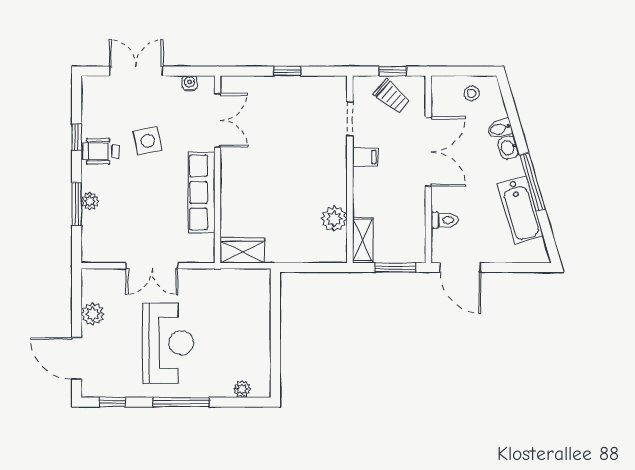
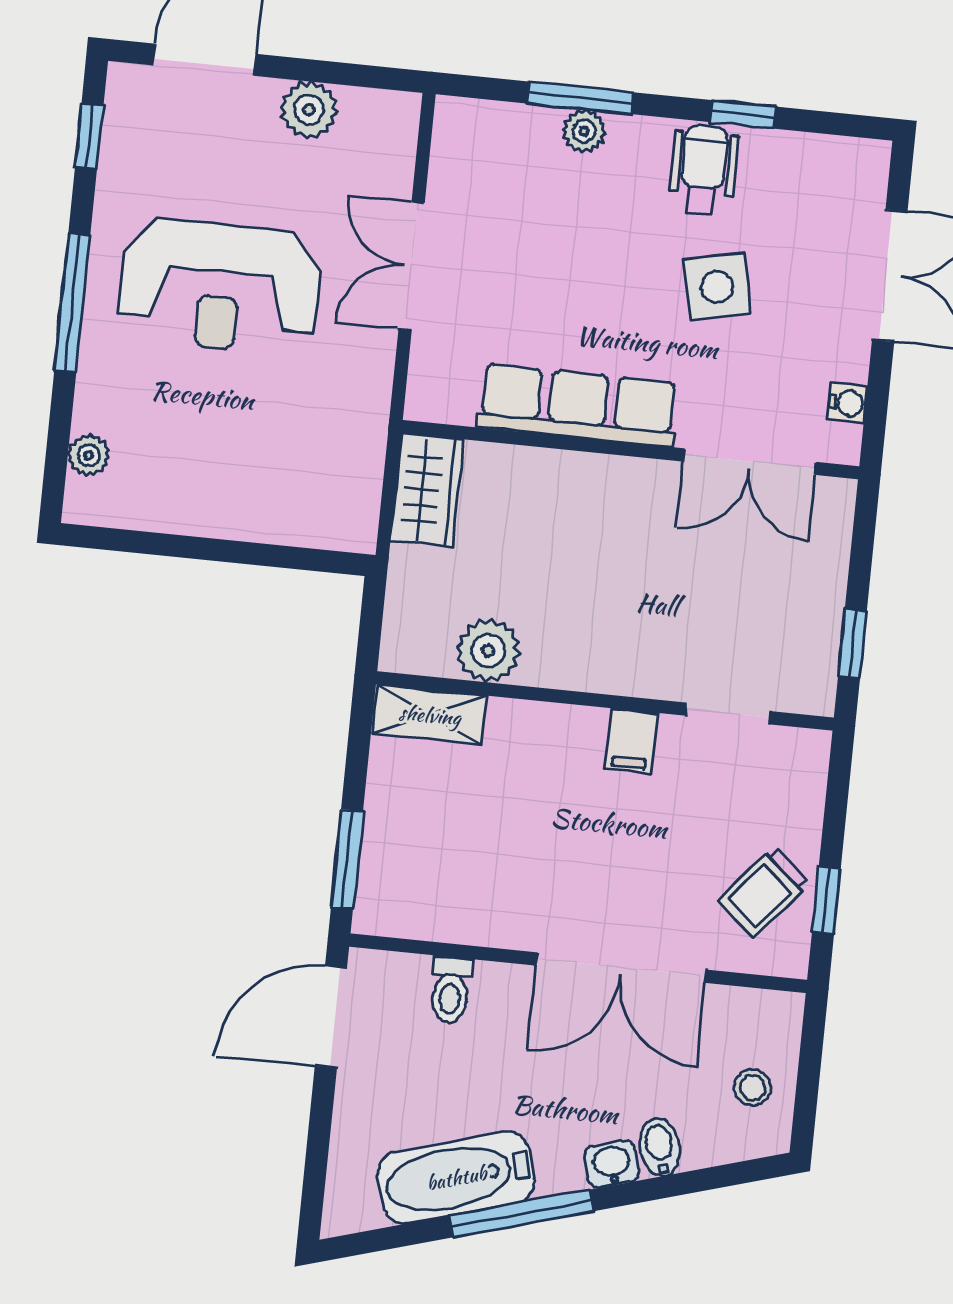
doorway: (350, 119) -> (728, 713), moved
filing cabinet: (365, 157) -> (631, 741), moved
wall: (350, 169) -> (605, 701), moved
plant: (334, 219) -> (488, 651), moved
shelving: (363, 240) -> (430, 715), moved

